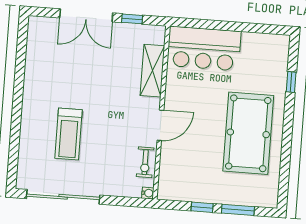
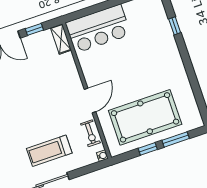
shelving: (152, 71) -> (61, 39), moved, width x0.67, depth x0.75
pool table: (248, 133) -> (145, 117), moved, turned 90
treadmill: (69, 134) -> (49, 151), moved, turned 90

